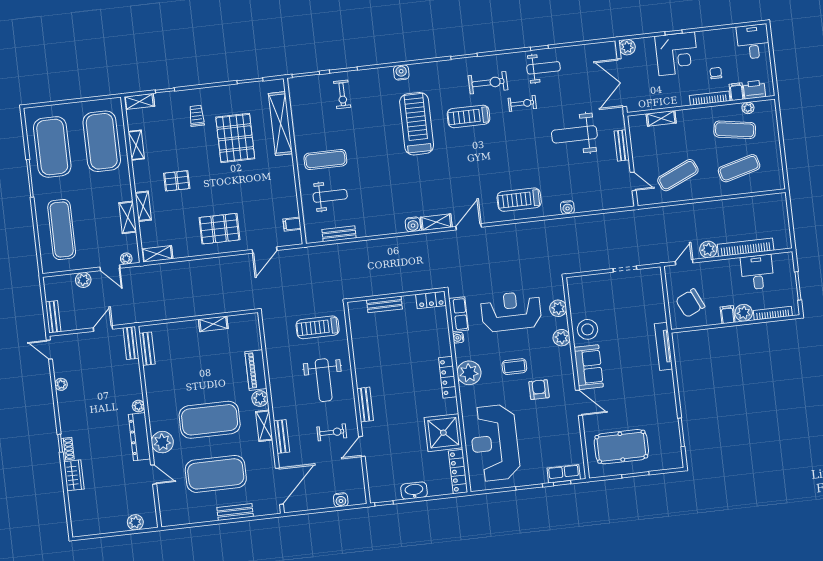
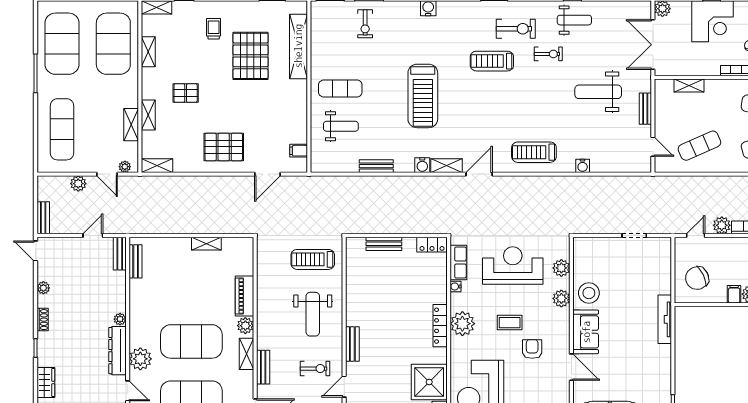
treadmill: (417, 124) -> (423, 96), moved, turned 180
bench: (339, 234) -> (376, 166), moved
shoe rack: (68, 449) -> (43, 320), moved

